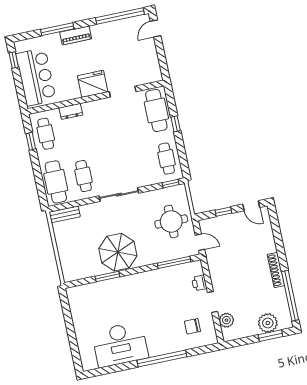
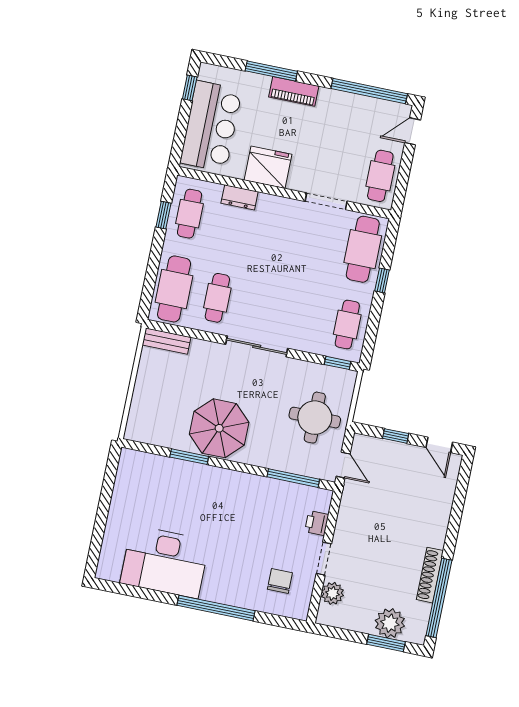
cafe table: (148, 63) -> (380, 176), added
fridge: (93, 84) -> (268, 167), moved
shoe rack: (276, 270) -> (430, 575), moved
chair: (192, 326) -> (280, 581), turned 90

